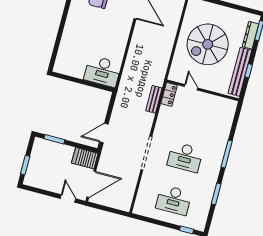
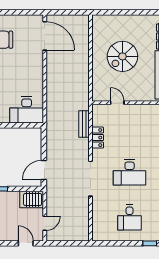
spiral stairs: (208, 44) -> (122, 56), width x0.73, depth x0.73
locker: (169, 94) -> (98, 138), moved
door: (91, 184) -> (45, 223), width x0.53
desk: (174, 200) -> (130, 218), width x0.73

